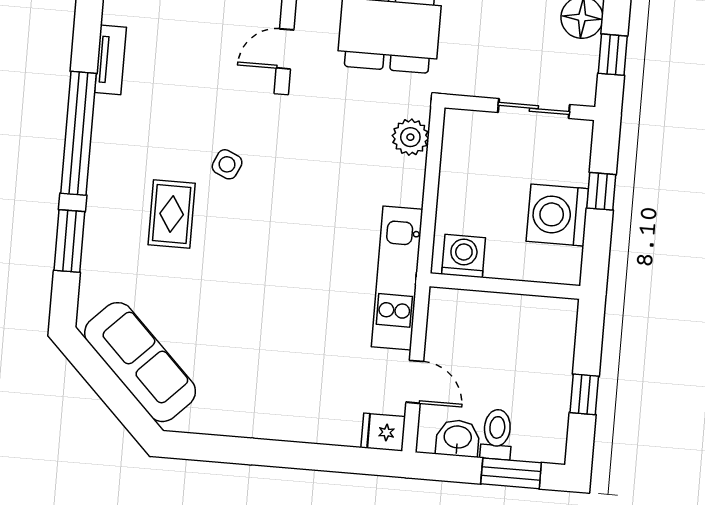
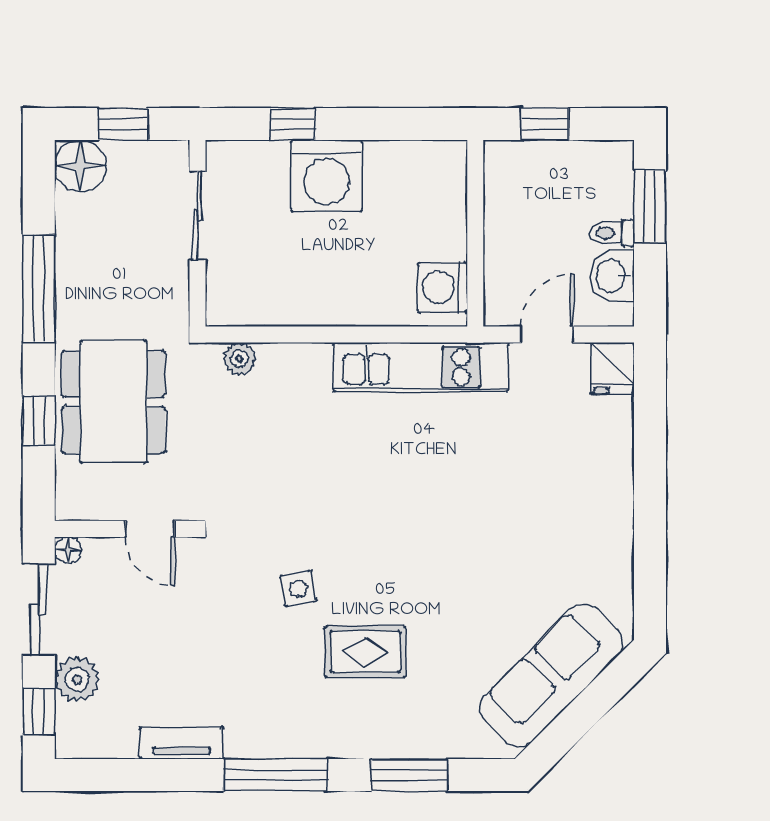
window: (78, 133) -> (275, 775), width x0.68
plant: (410, 137) -> (239, 359), width x0.73, depth x0.73
side table: (227, 164) -> (298, 588), turned -34
washing machine: (464, 256) -> (442, 287), moved
wall: (505, 286) -> (475, 233), moved
toilet: (497, 434) -> (612, 233), width x0.73, depth x0.72

